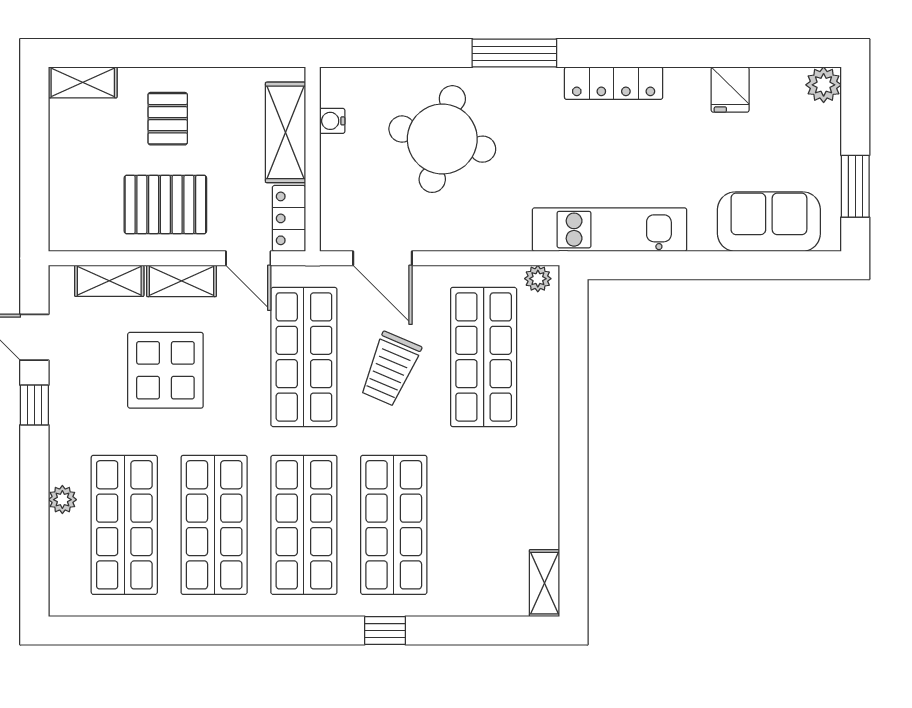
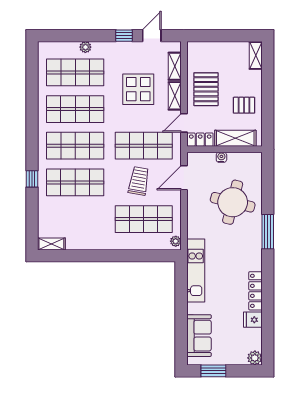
locker: (614, 83) -> (255, 291), moved
pallet: (168, 119) -> (244, 105), moved
water cooler: (332, 121) -> (221, 157), moved
trolley: (390, 369) -> (139, 181), turned 77

